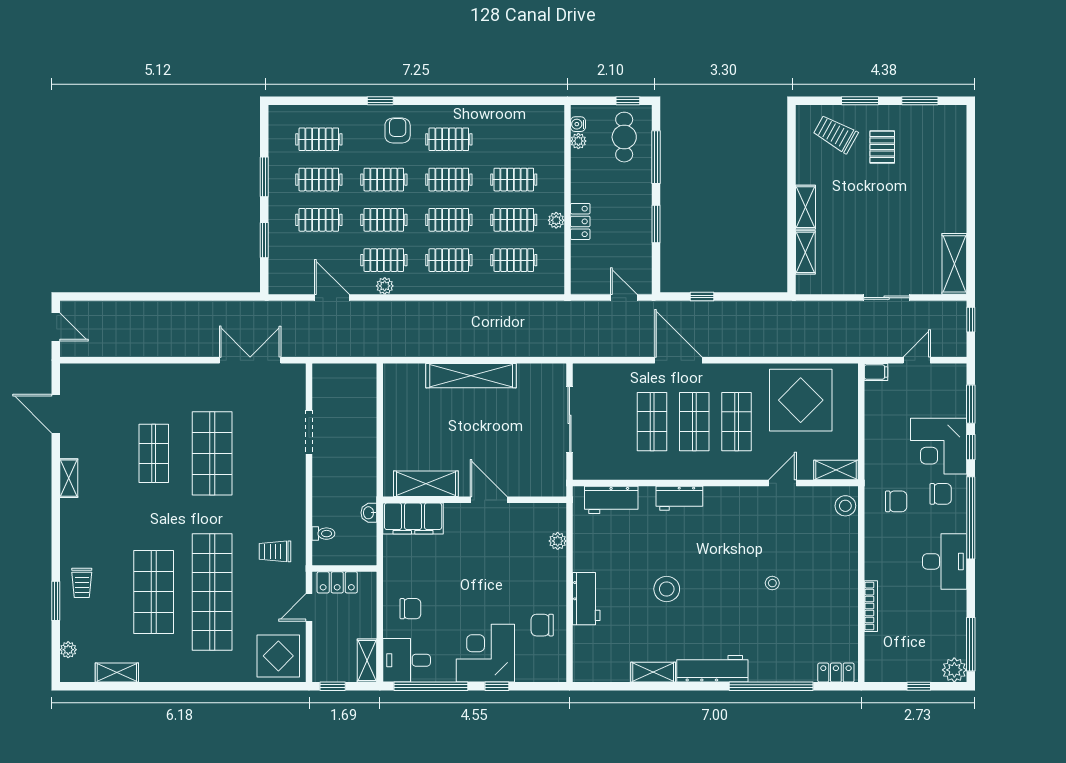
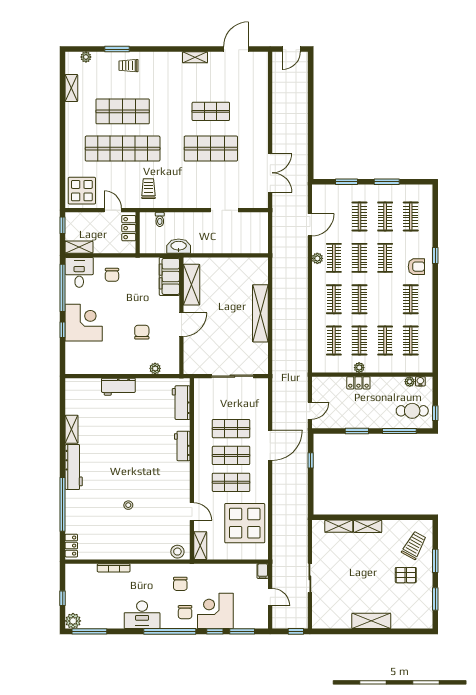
clothes rail: (449, 180) -> (411, 341), moved
shelving: (954, 264) -> (371, 621), moved
washbasin: (369, 513) -> (179, 246), width x1.91, depth x1.45
stool: (667, 589) -> (125, 438), removed
chair: (542, 625) -> (142, 332), moved

